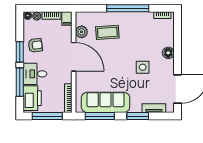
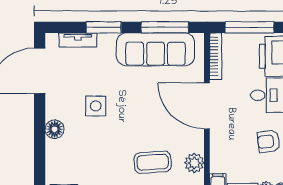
door: (74, 57) -> (207, 106), moved

